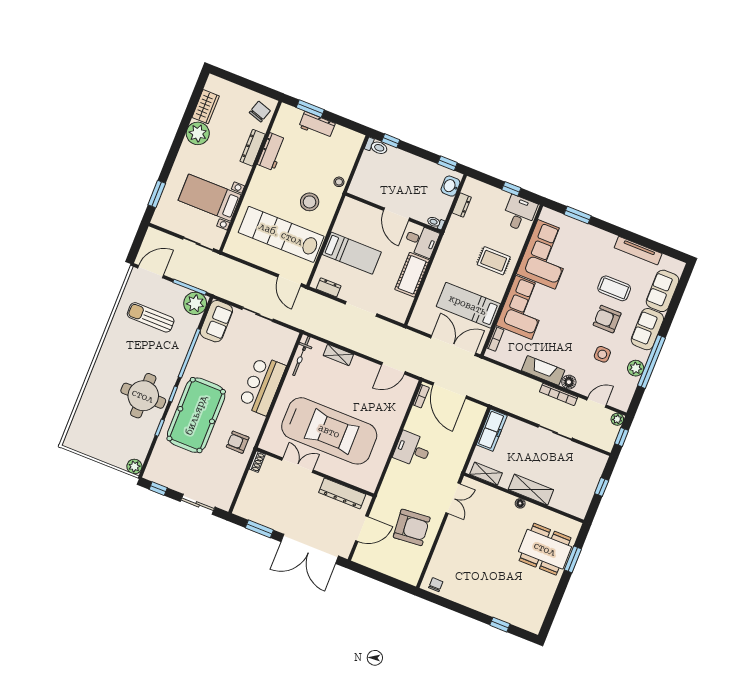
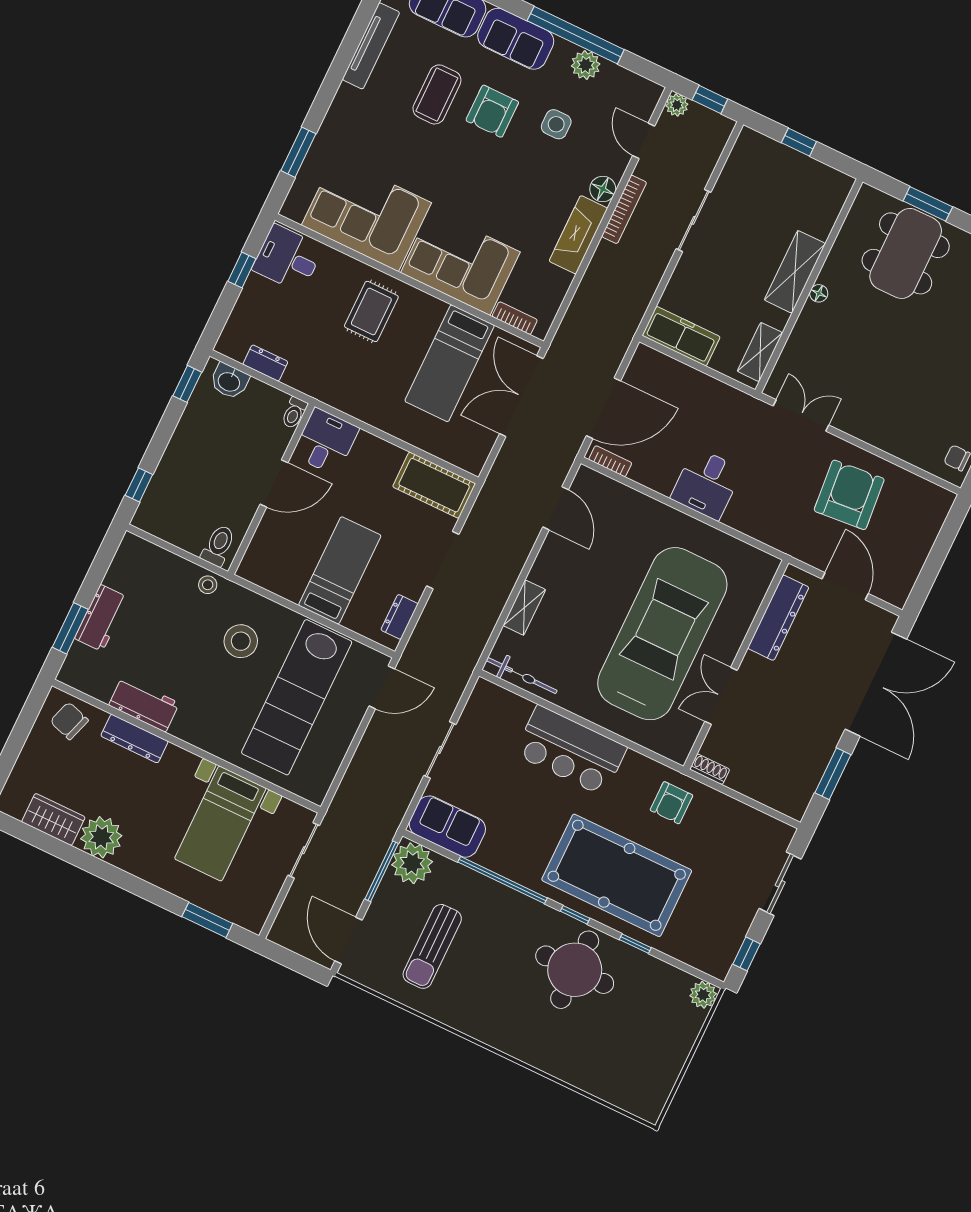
toilet: (376, 147) -> (218, 545), moved
cot: (412, 275) -> (434, 485), moved

